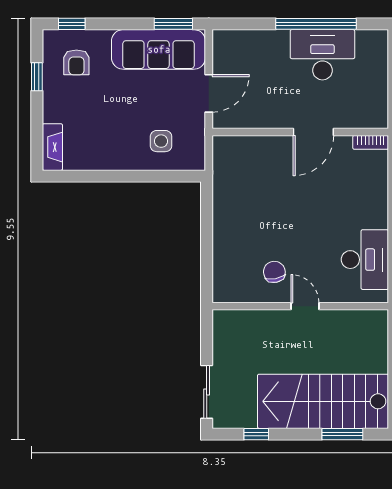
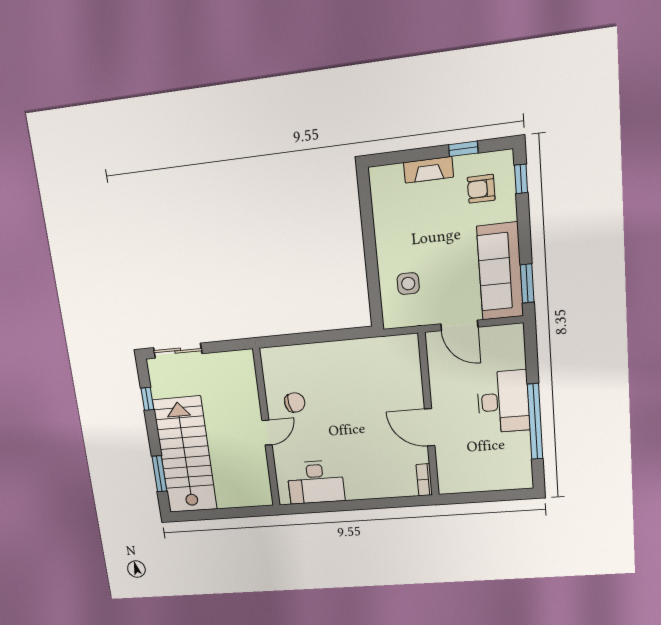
desk: (322, 55) -> (503, 402), moved
fireplace: (52, 147) -> (429, 170), moved

